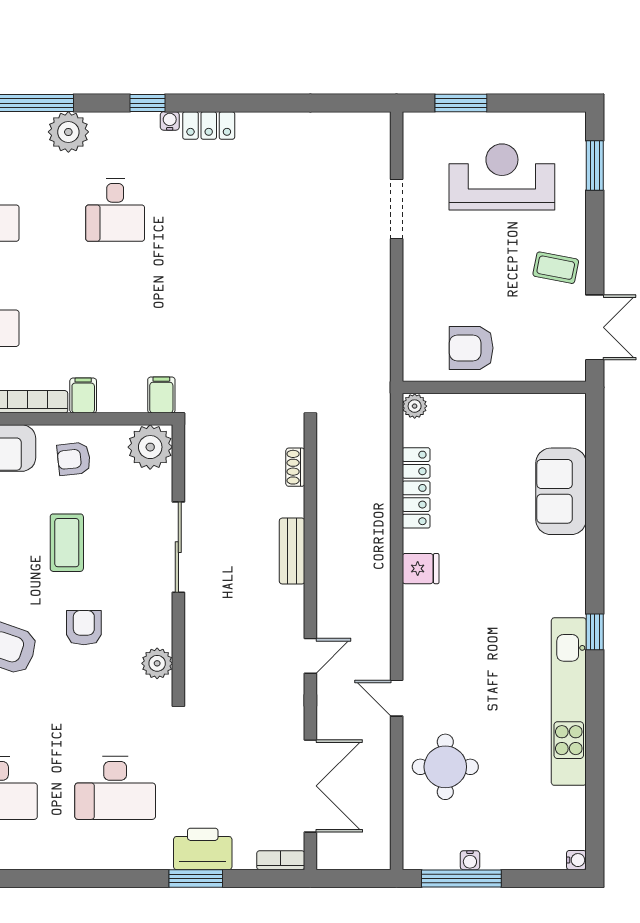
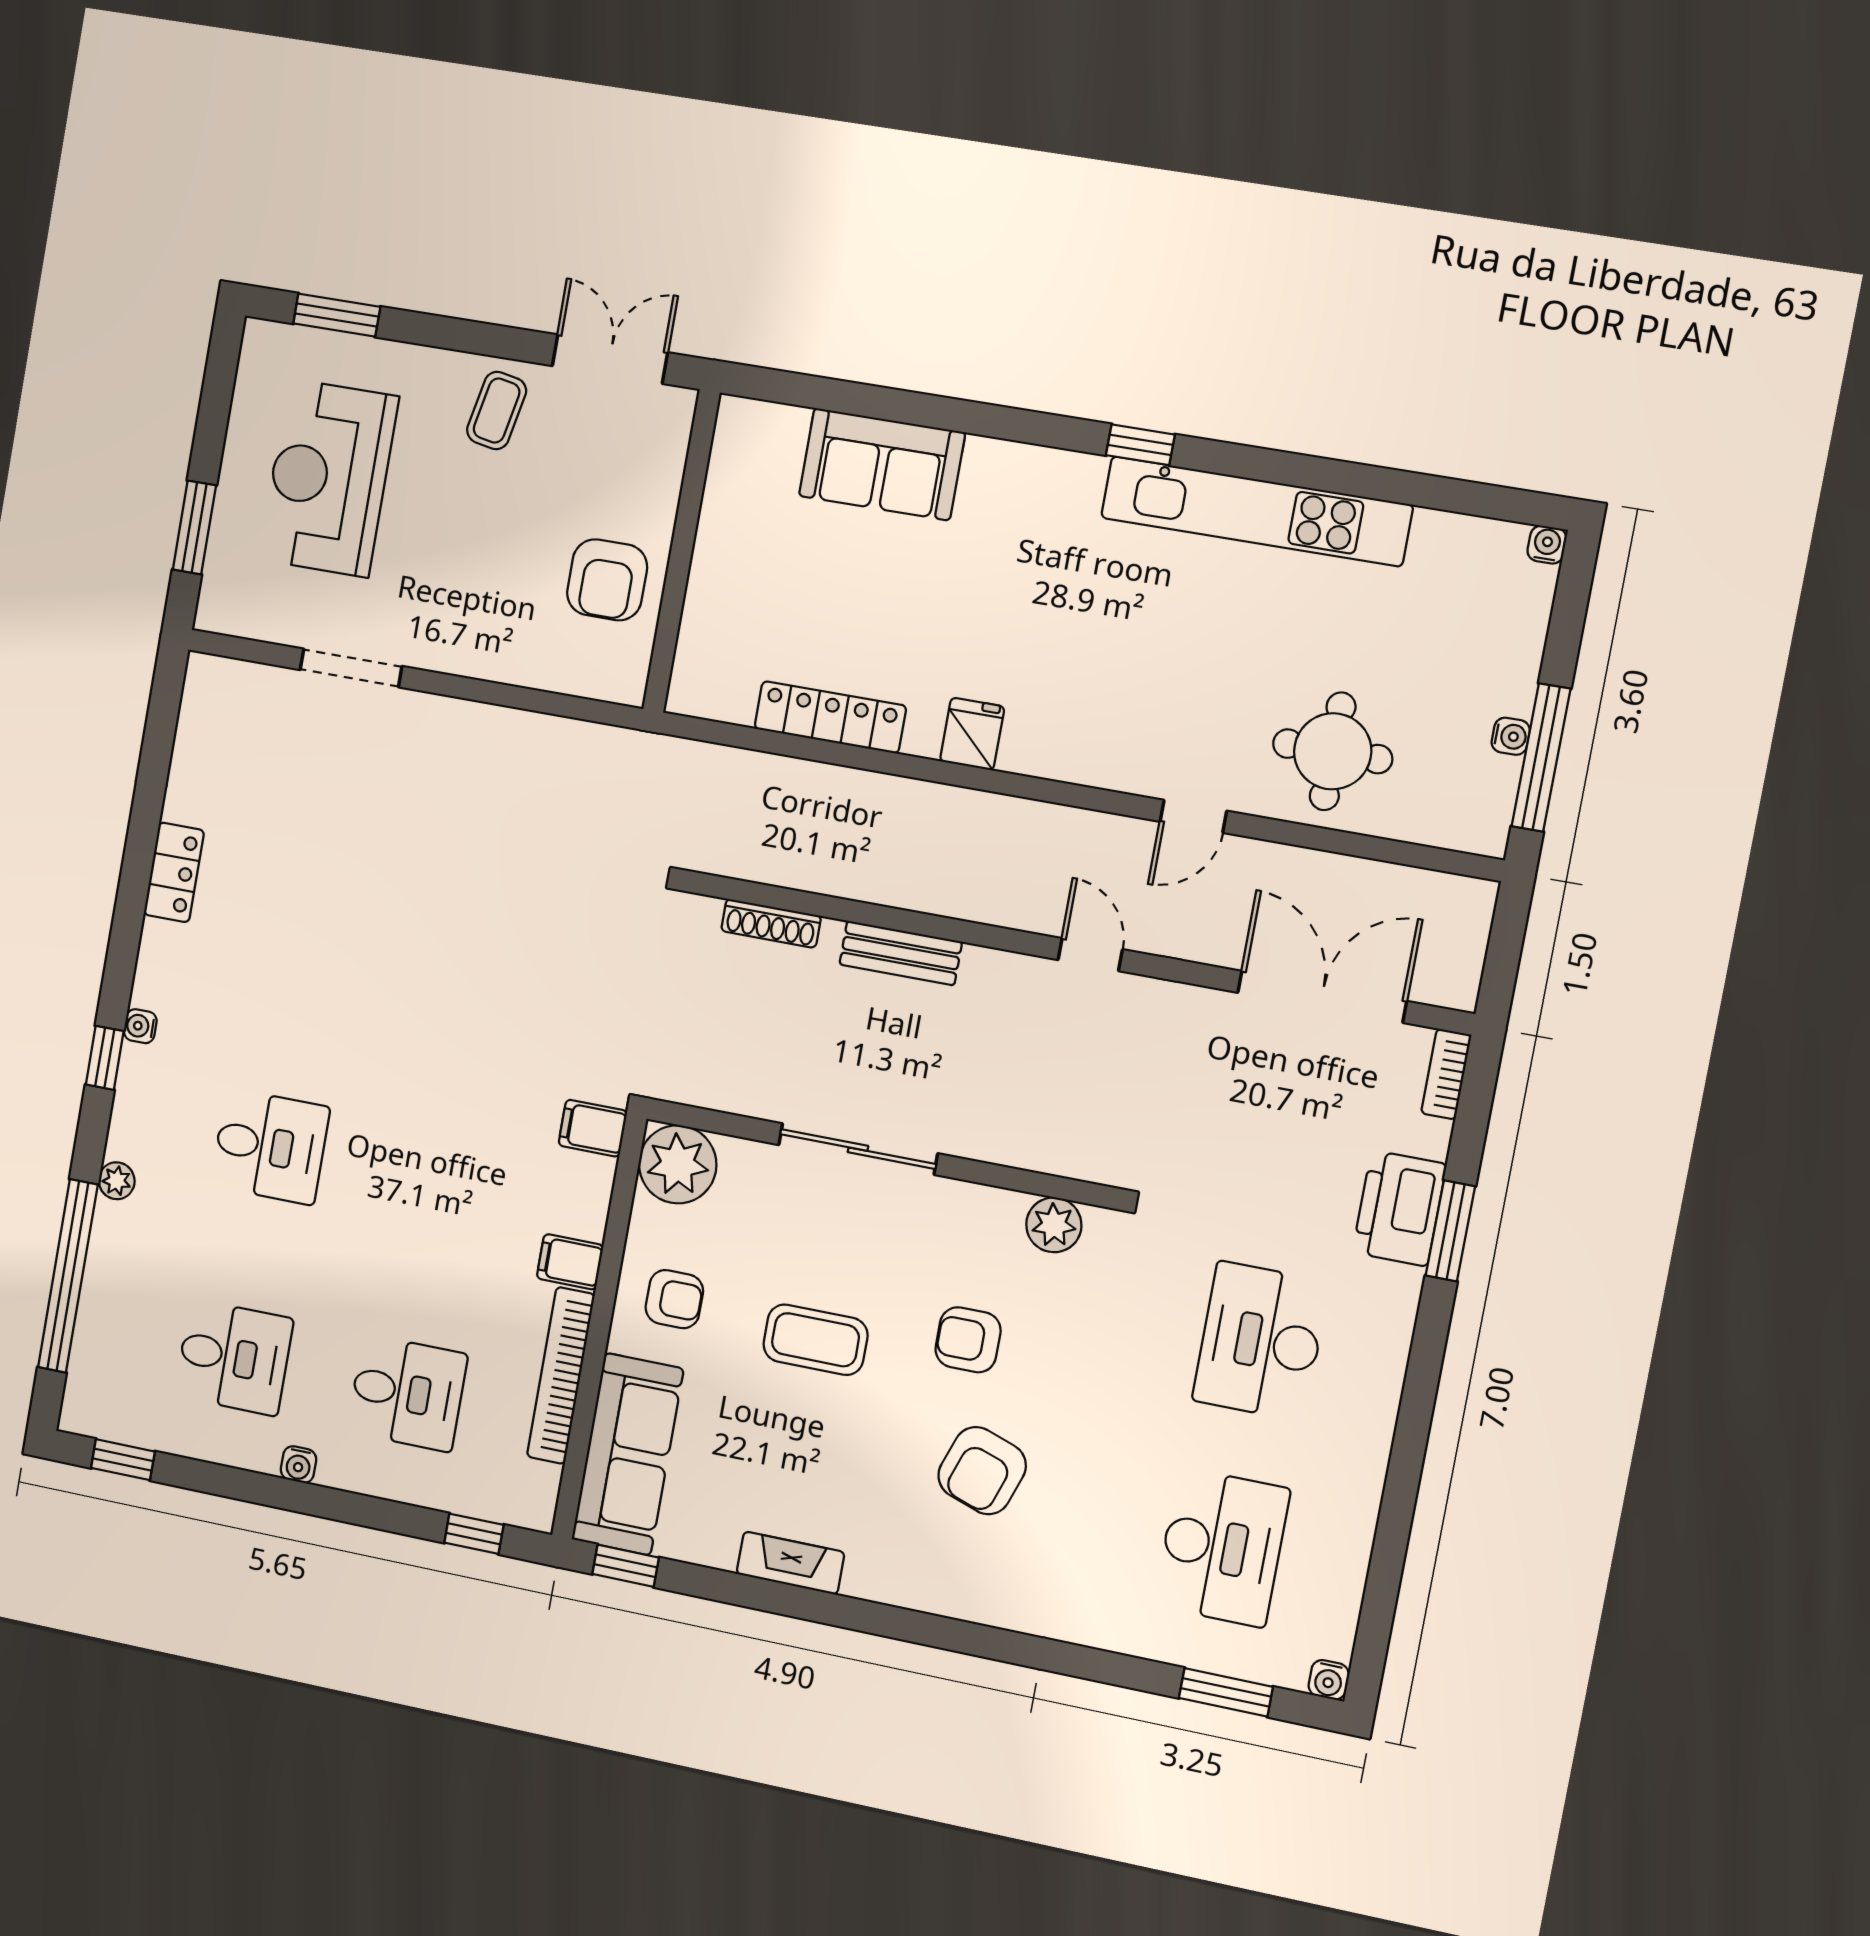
locker: (209, 125) -> (174, 872), moved
plant: (68, 132) -> (117, 1181), width x0.53, depth x0.53
plant: (415, 406) -> (689, 695), removed
armchair: (74, 459) -> (674, 1299), turned -84
shoe rack: (295, 467) -> (771, 923), width x1.43
desk: (115, 788) -> (1261, 1341), turned 180

